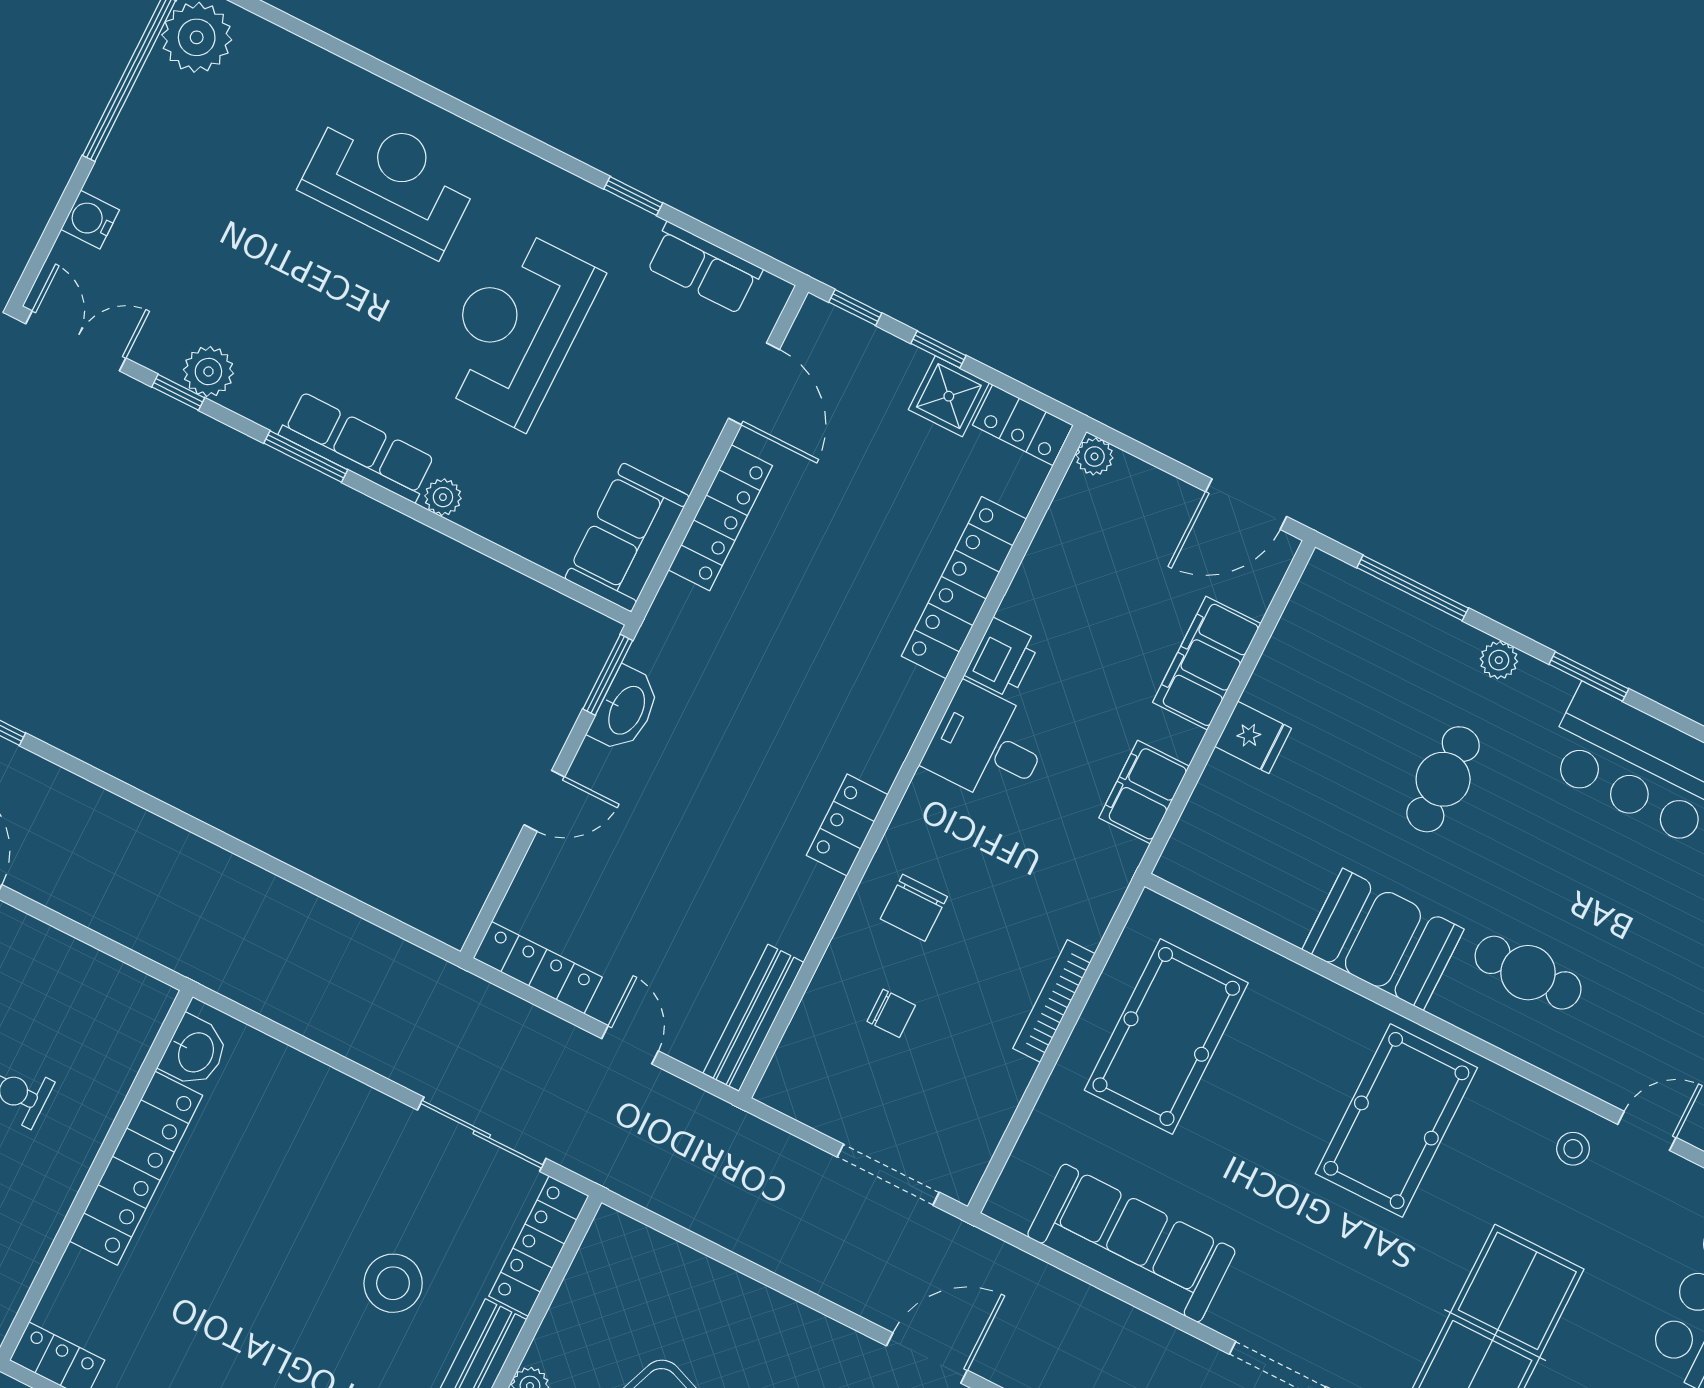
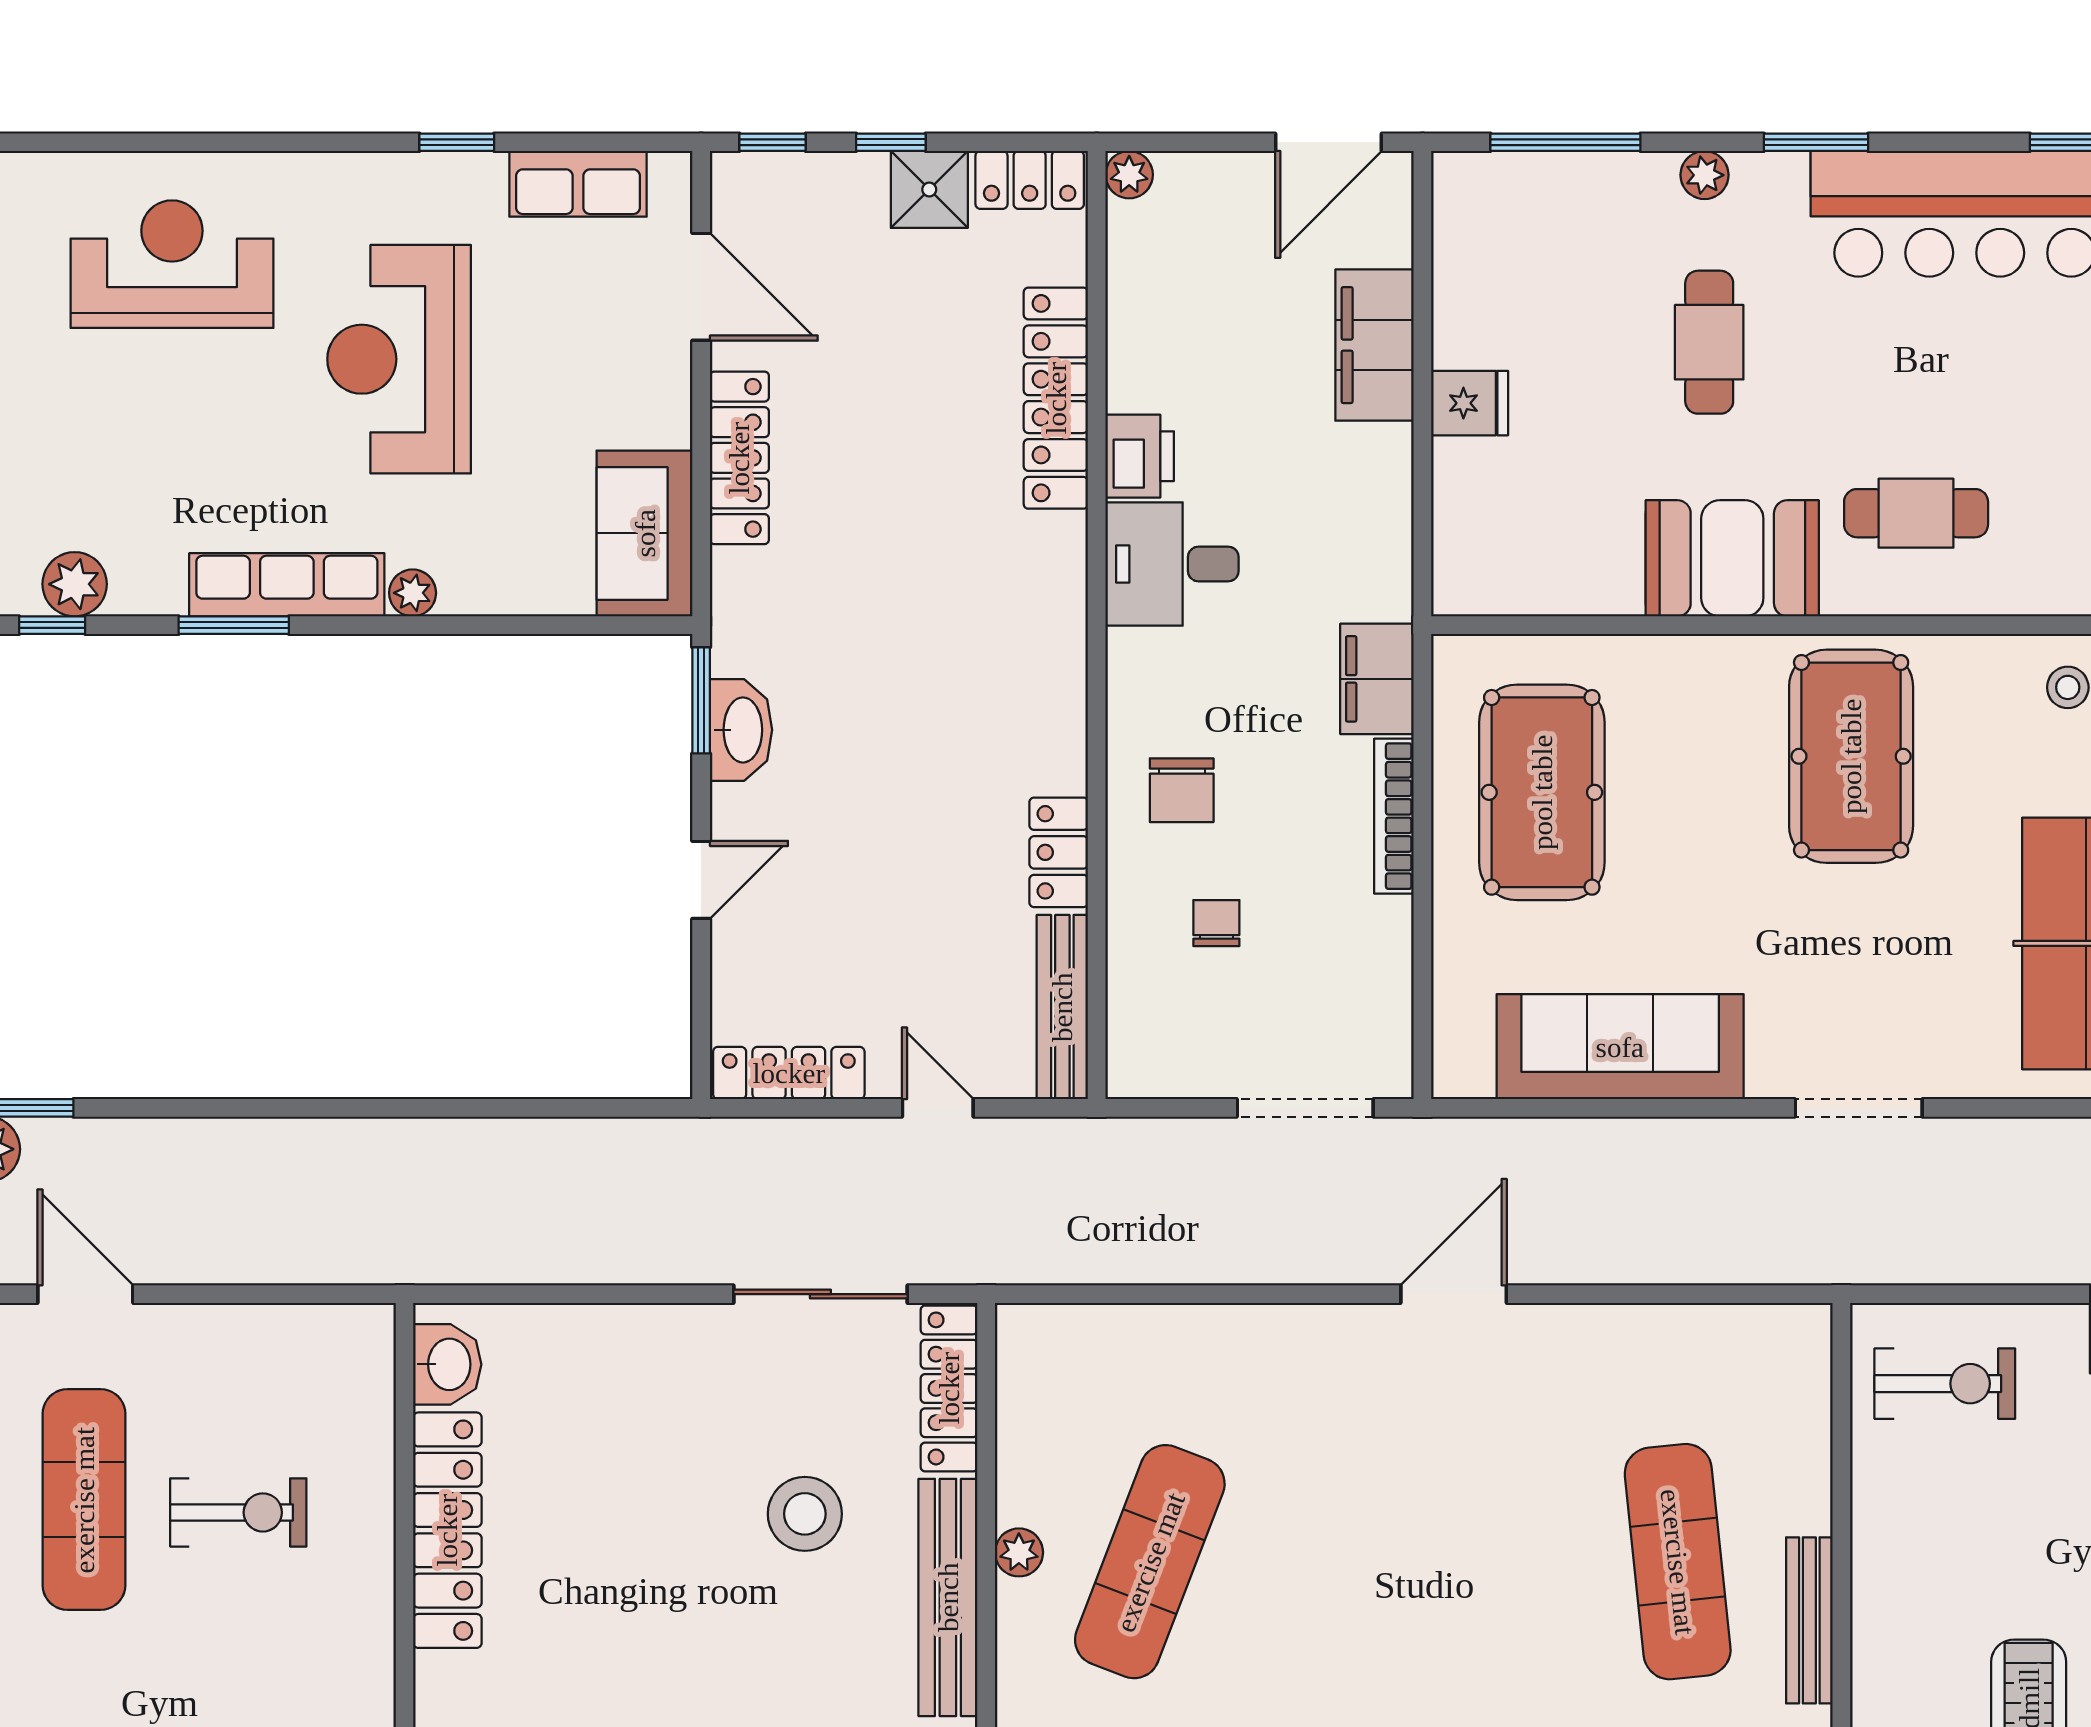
filing cabinet: (1144, 792) -> (1377, 679), moved
locker: (847, 825) -> (1059, 852), moved
chair: (891, 1013) -> (1216, 923), turned -90

